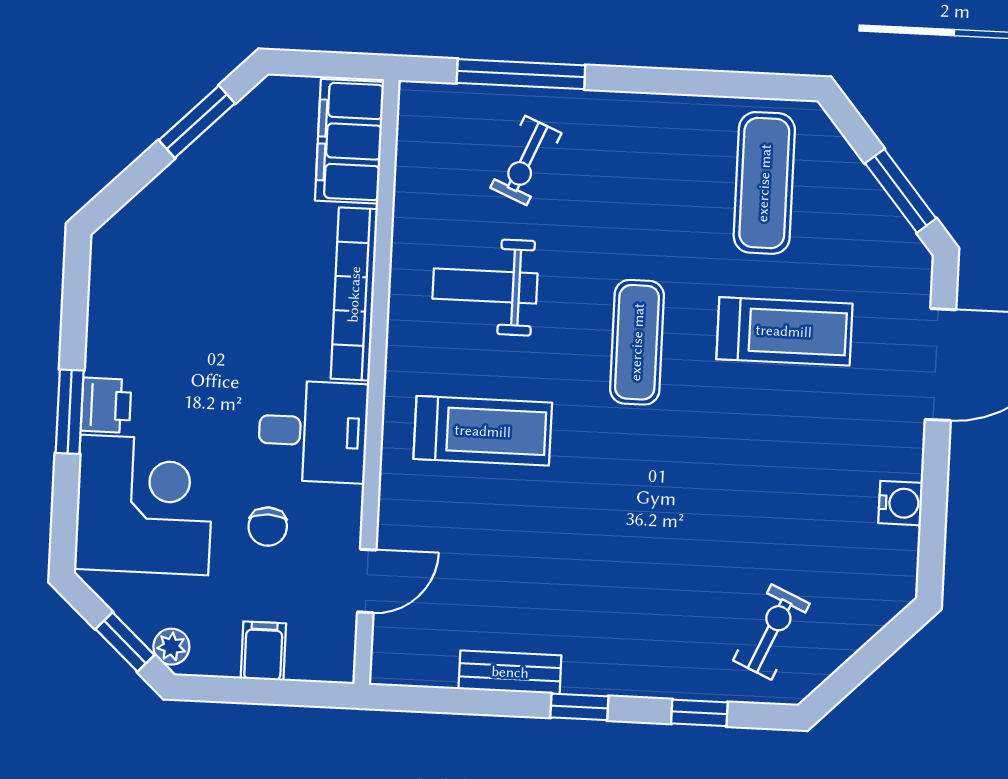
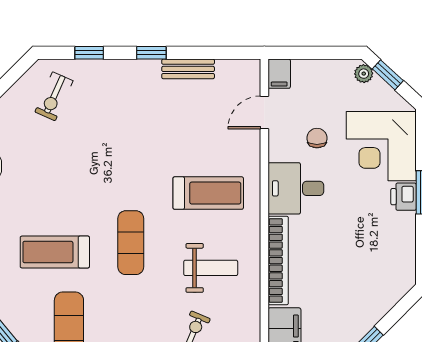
treadmill: (483, 431) -> (208, 193), turned 180
filing cabinet: (263, 651) -> (279, 74), moved

